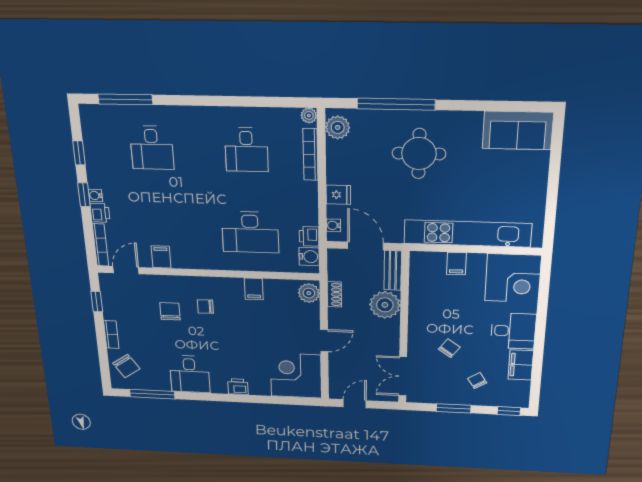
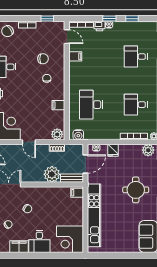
printer: (309, 236) -> (90, 135), removed
filing cabinet: (456, 264) -> (77, 193), moved

